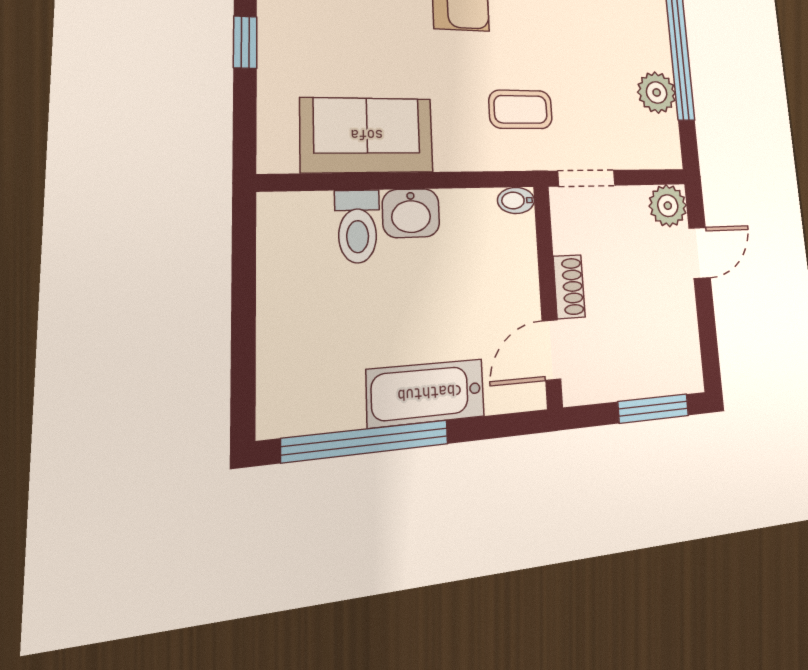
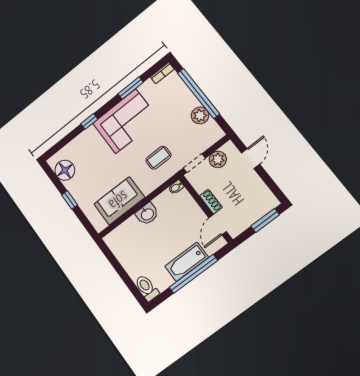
plant: (668, 206) -> (218, 159), moved
toilet: (357, 226) -> (147, 288), moved, turned 180
window: (366, 441) -> (193, 274), moved

